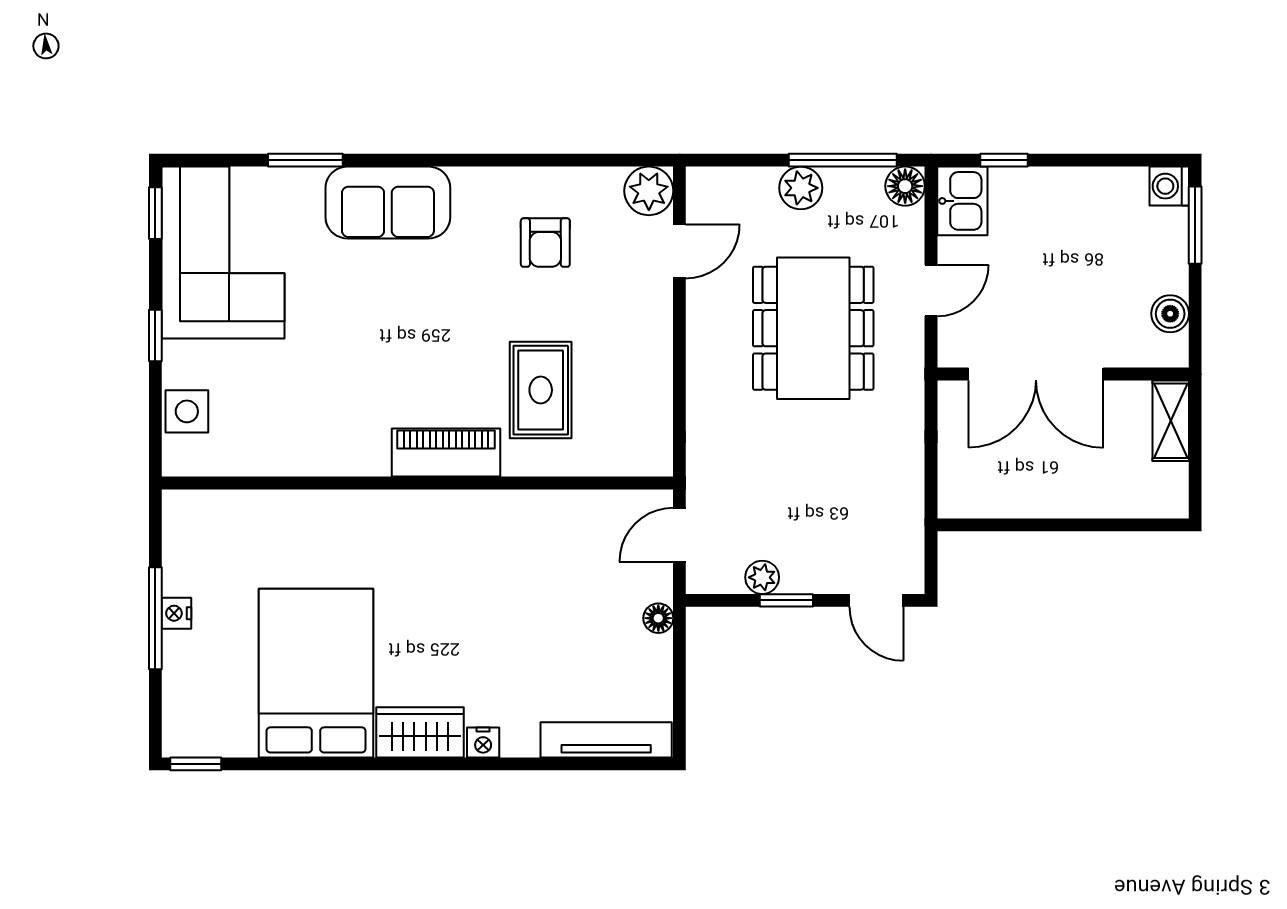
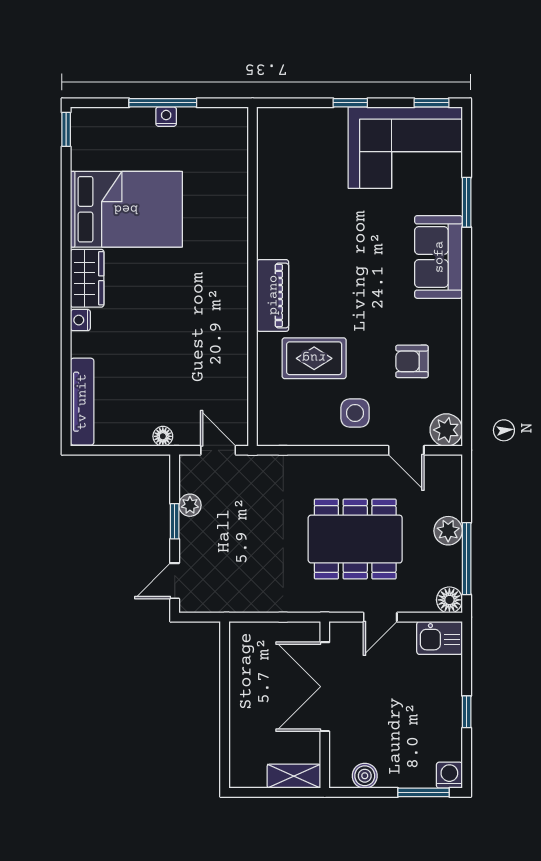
window: (1004, 160) -> (467, 712), moved
door: (931, 290) -> (380, 617), hinge flipped
side table: (187, 411) -> (355, 413), moved

